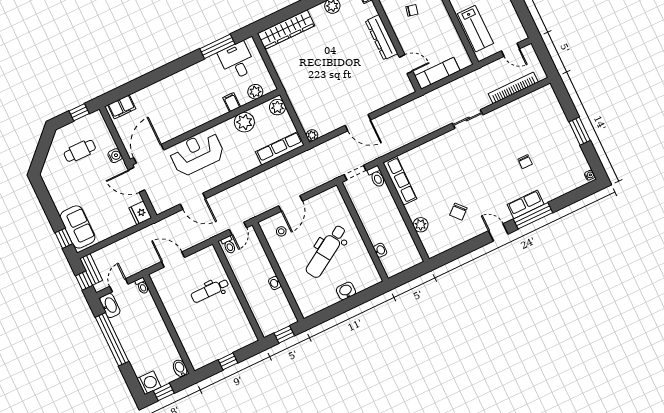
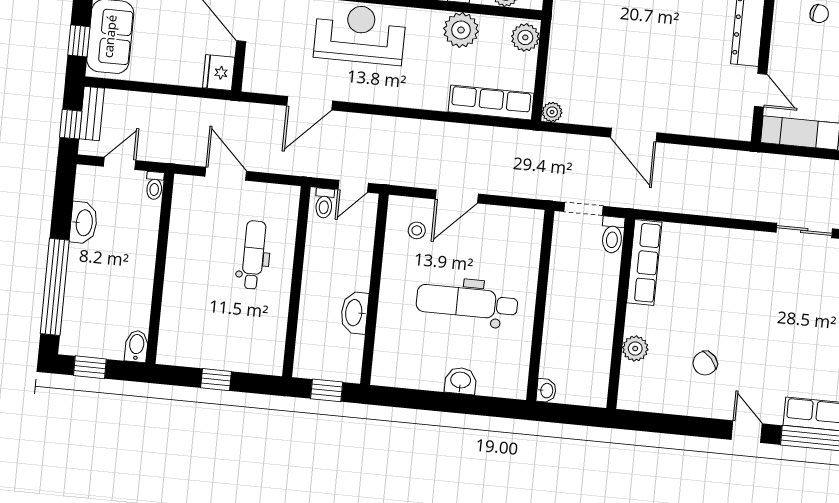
door: (193, 201) -> (310, 103), hinge flipped
washbasin: (380, 250) -> (546, 391), moved
dental chair: (326, 251) -> (467, 302), turned 32
washbasin: (275, 283) -> (354, 313), width x1.91, depth x1.45
dental chair: (210, 290) -> (254, 255), turned 90
washbasin: (110, 306) -> (84, 223), moved
window: (112, 339) -> (55, 287), moved
washing machine: (149, 383) -> (76, 340), removed

